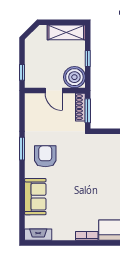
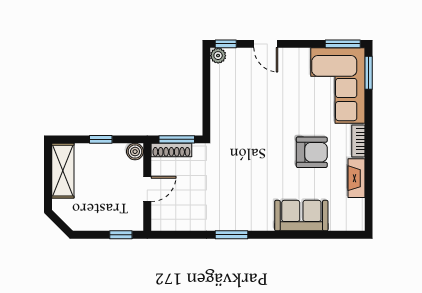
boiler: (74, 77) -> (135, 152), width x0.54, depth x0.54
armchair: (45, 156) -> (312, 152), moved, turned 180
fireplace: (38, 235) -> (356, 178), moved

